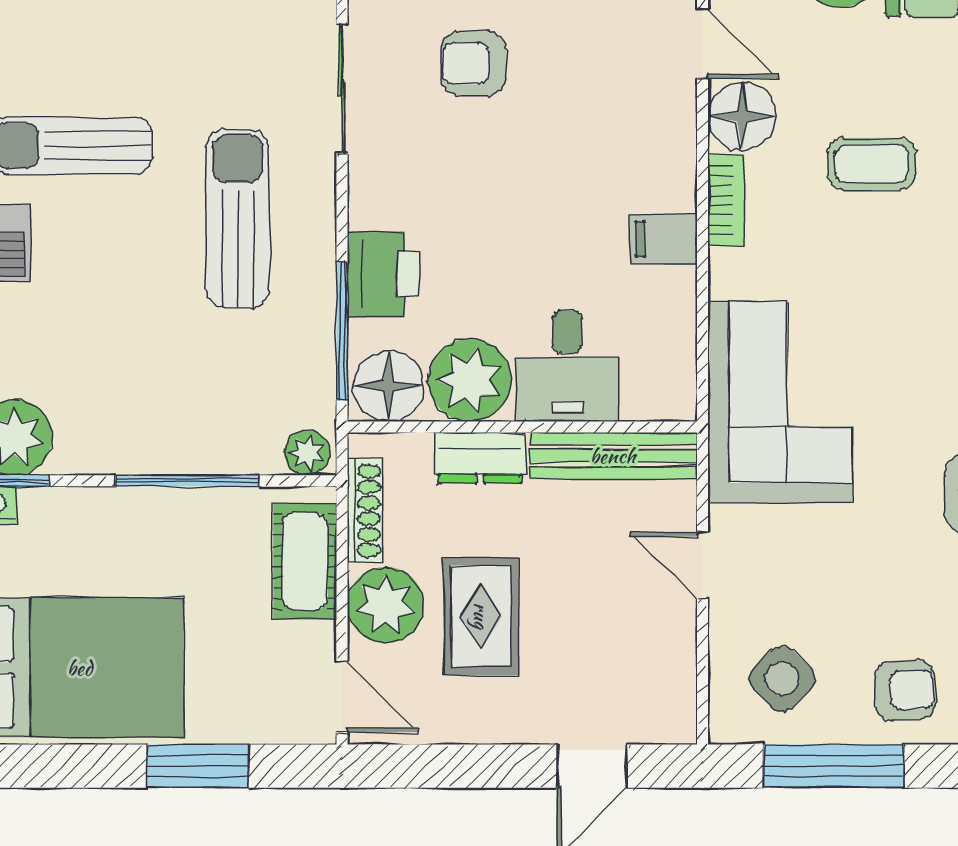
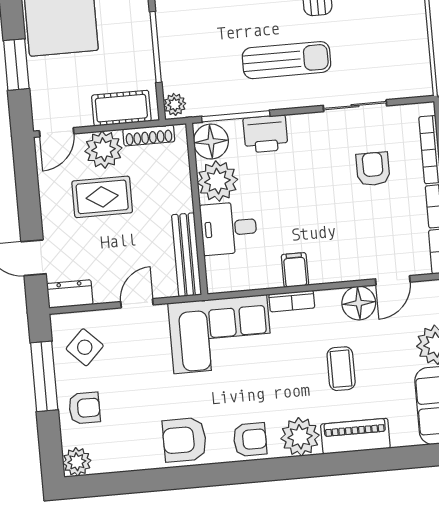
bookcase: (726, 200) -> (292, 301), moved
dresser: (480, 458) -> (70, 294), moved, turned 90
armchair: (905, 690) -> (84, 408), turned -87

